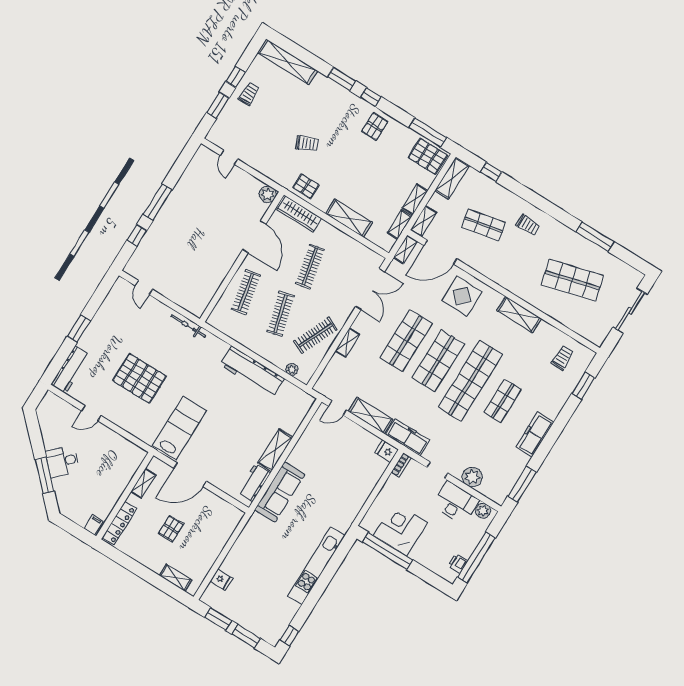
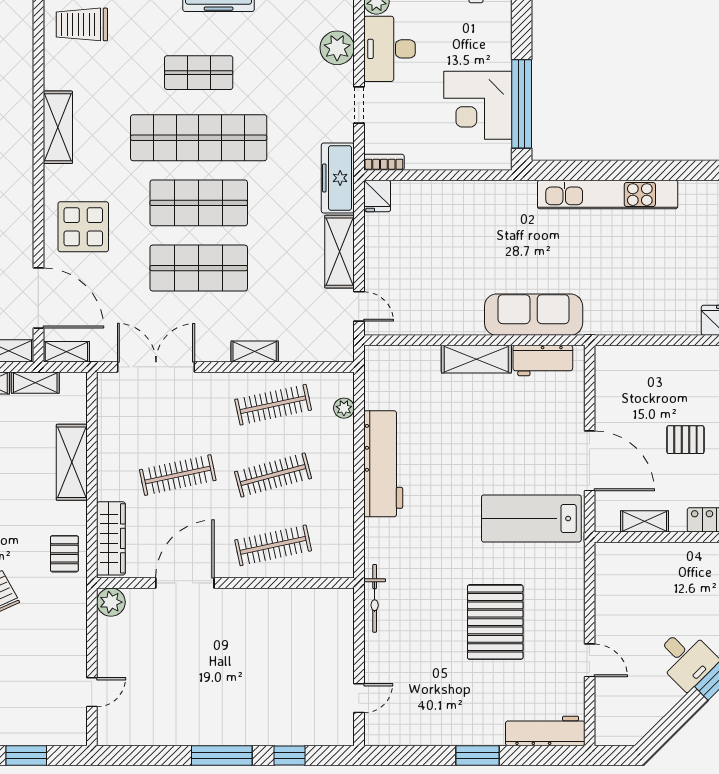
clothes rail: (315, 335) -> (273, 405), turned -36
trolley: (562, 358) -> (82, 24), width x1.36, depth x1.39

